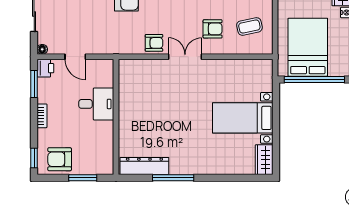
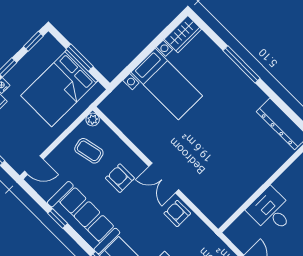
plant: (267, 49) -> (93, 120), added
window: (314, 79) -> (80, 58), width x0.47
window: (173, 178) -> (242, 64), moved

